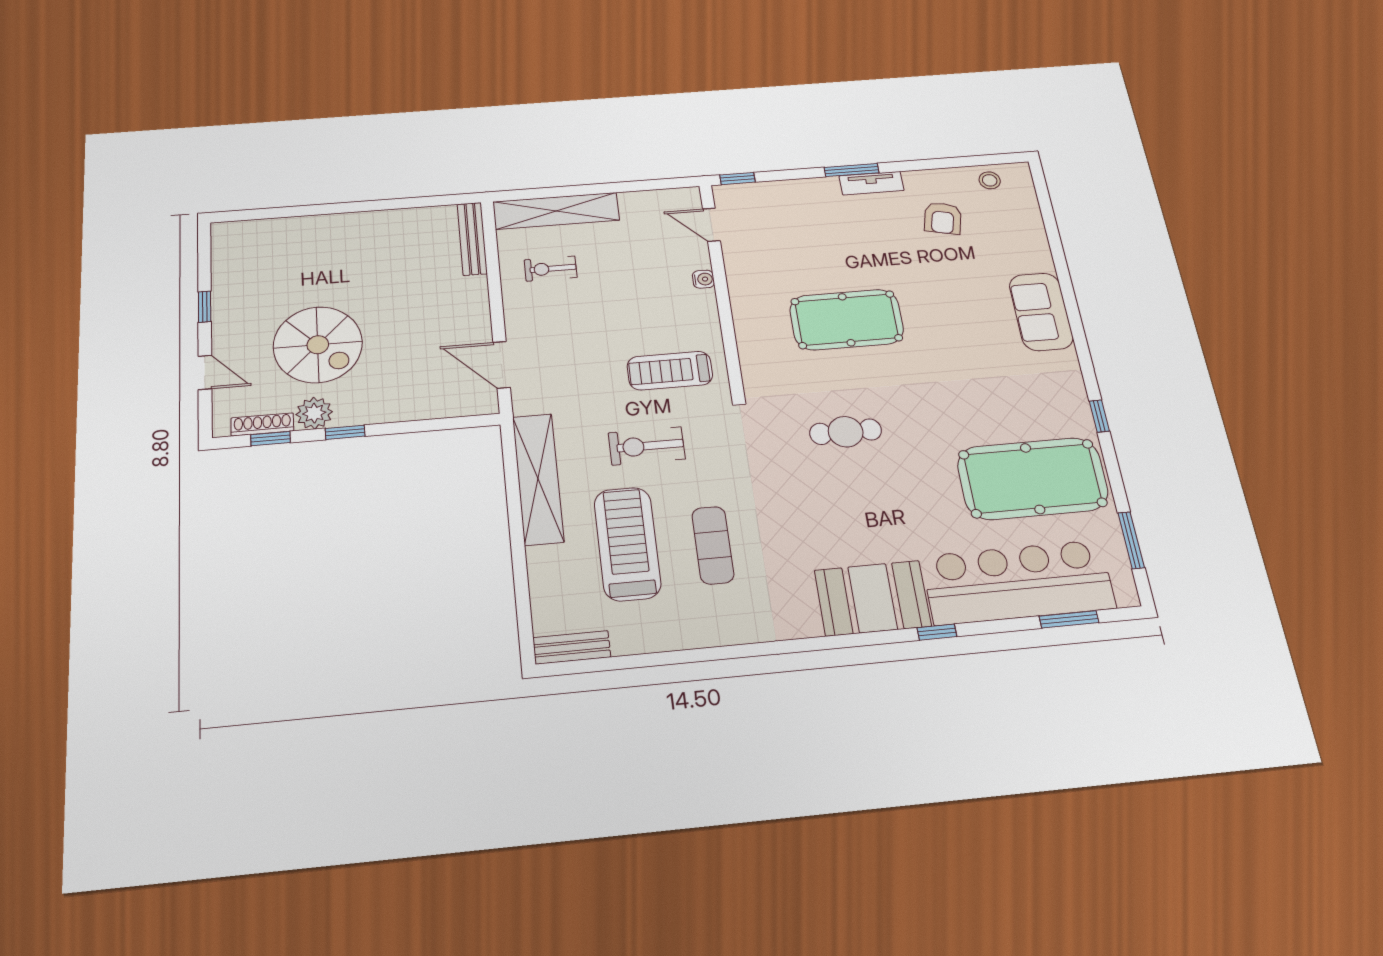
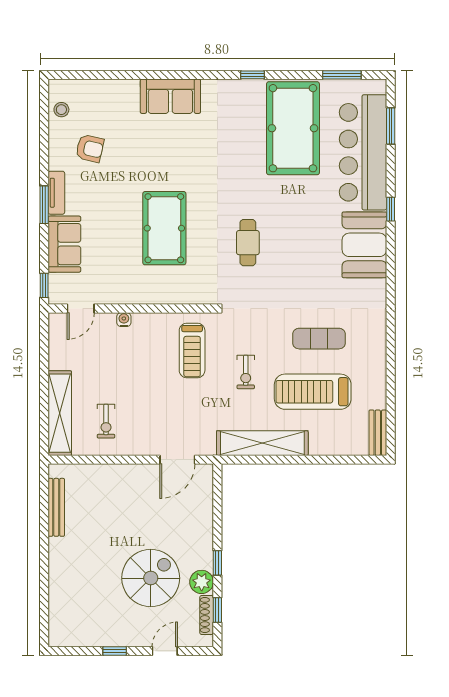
sofa: (800, 198) -> (64, 244), added
bench: (472, 239) -> (56, 507), moved, turned 90
exercise bike: (647, 446) -> (246, 372), width x0.73, depth x0.72

